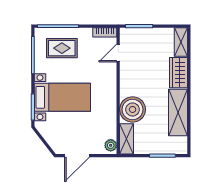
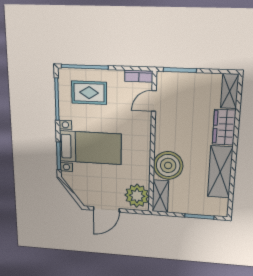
plant: (111, 145) -> (137, 196), width x1.88, depth x1.88

